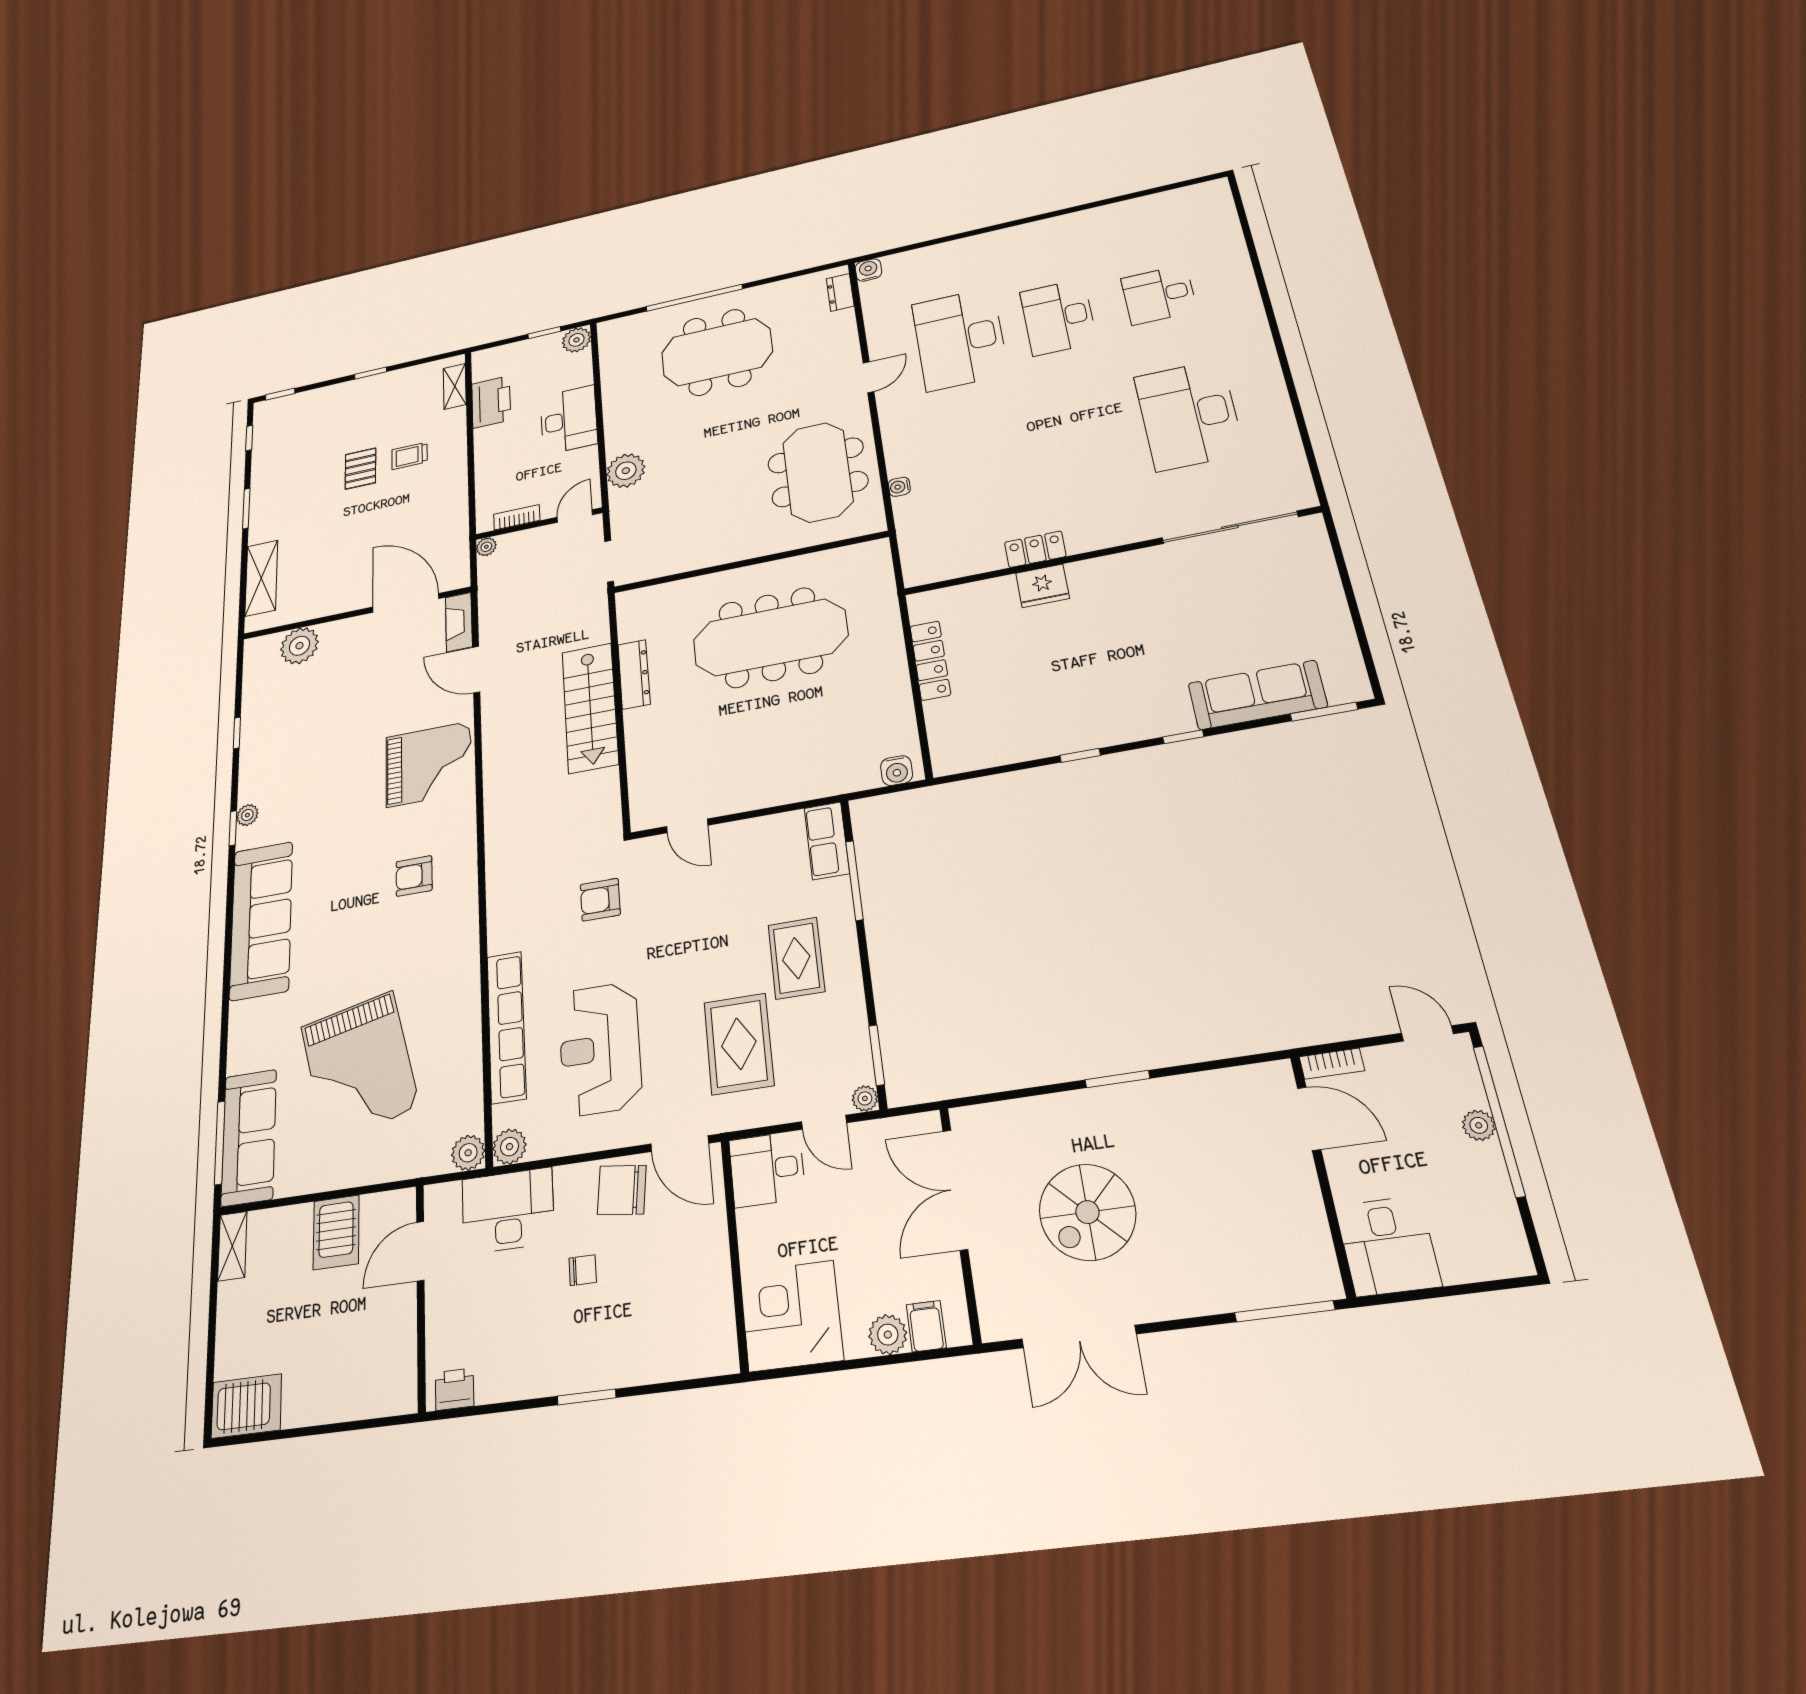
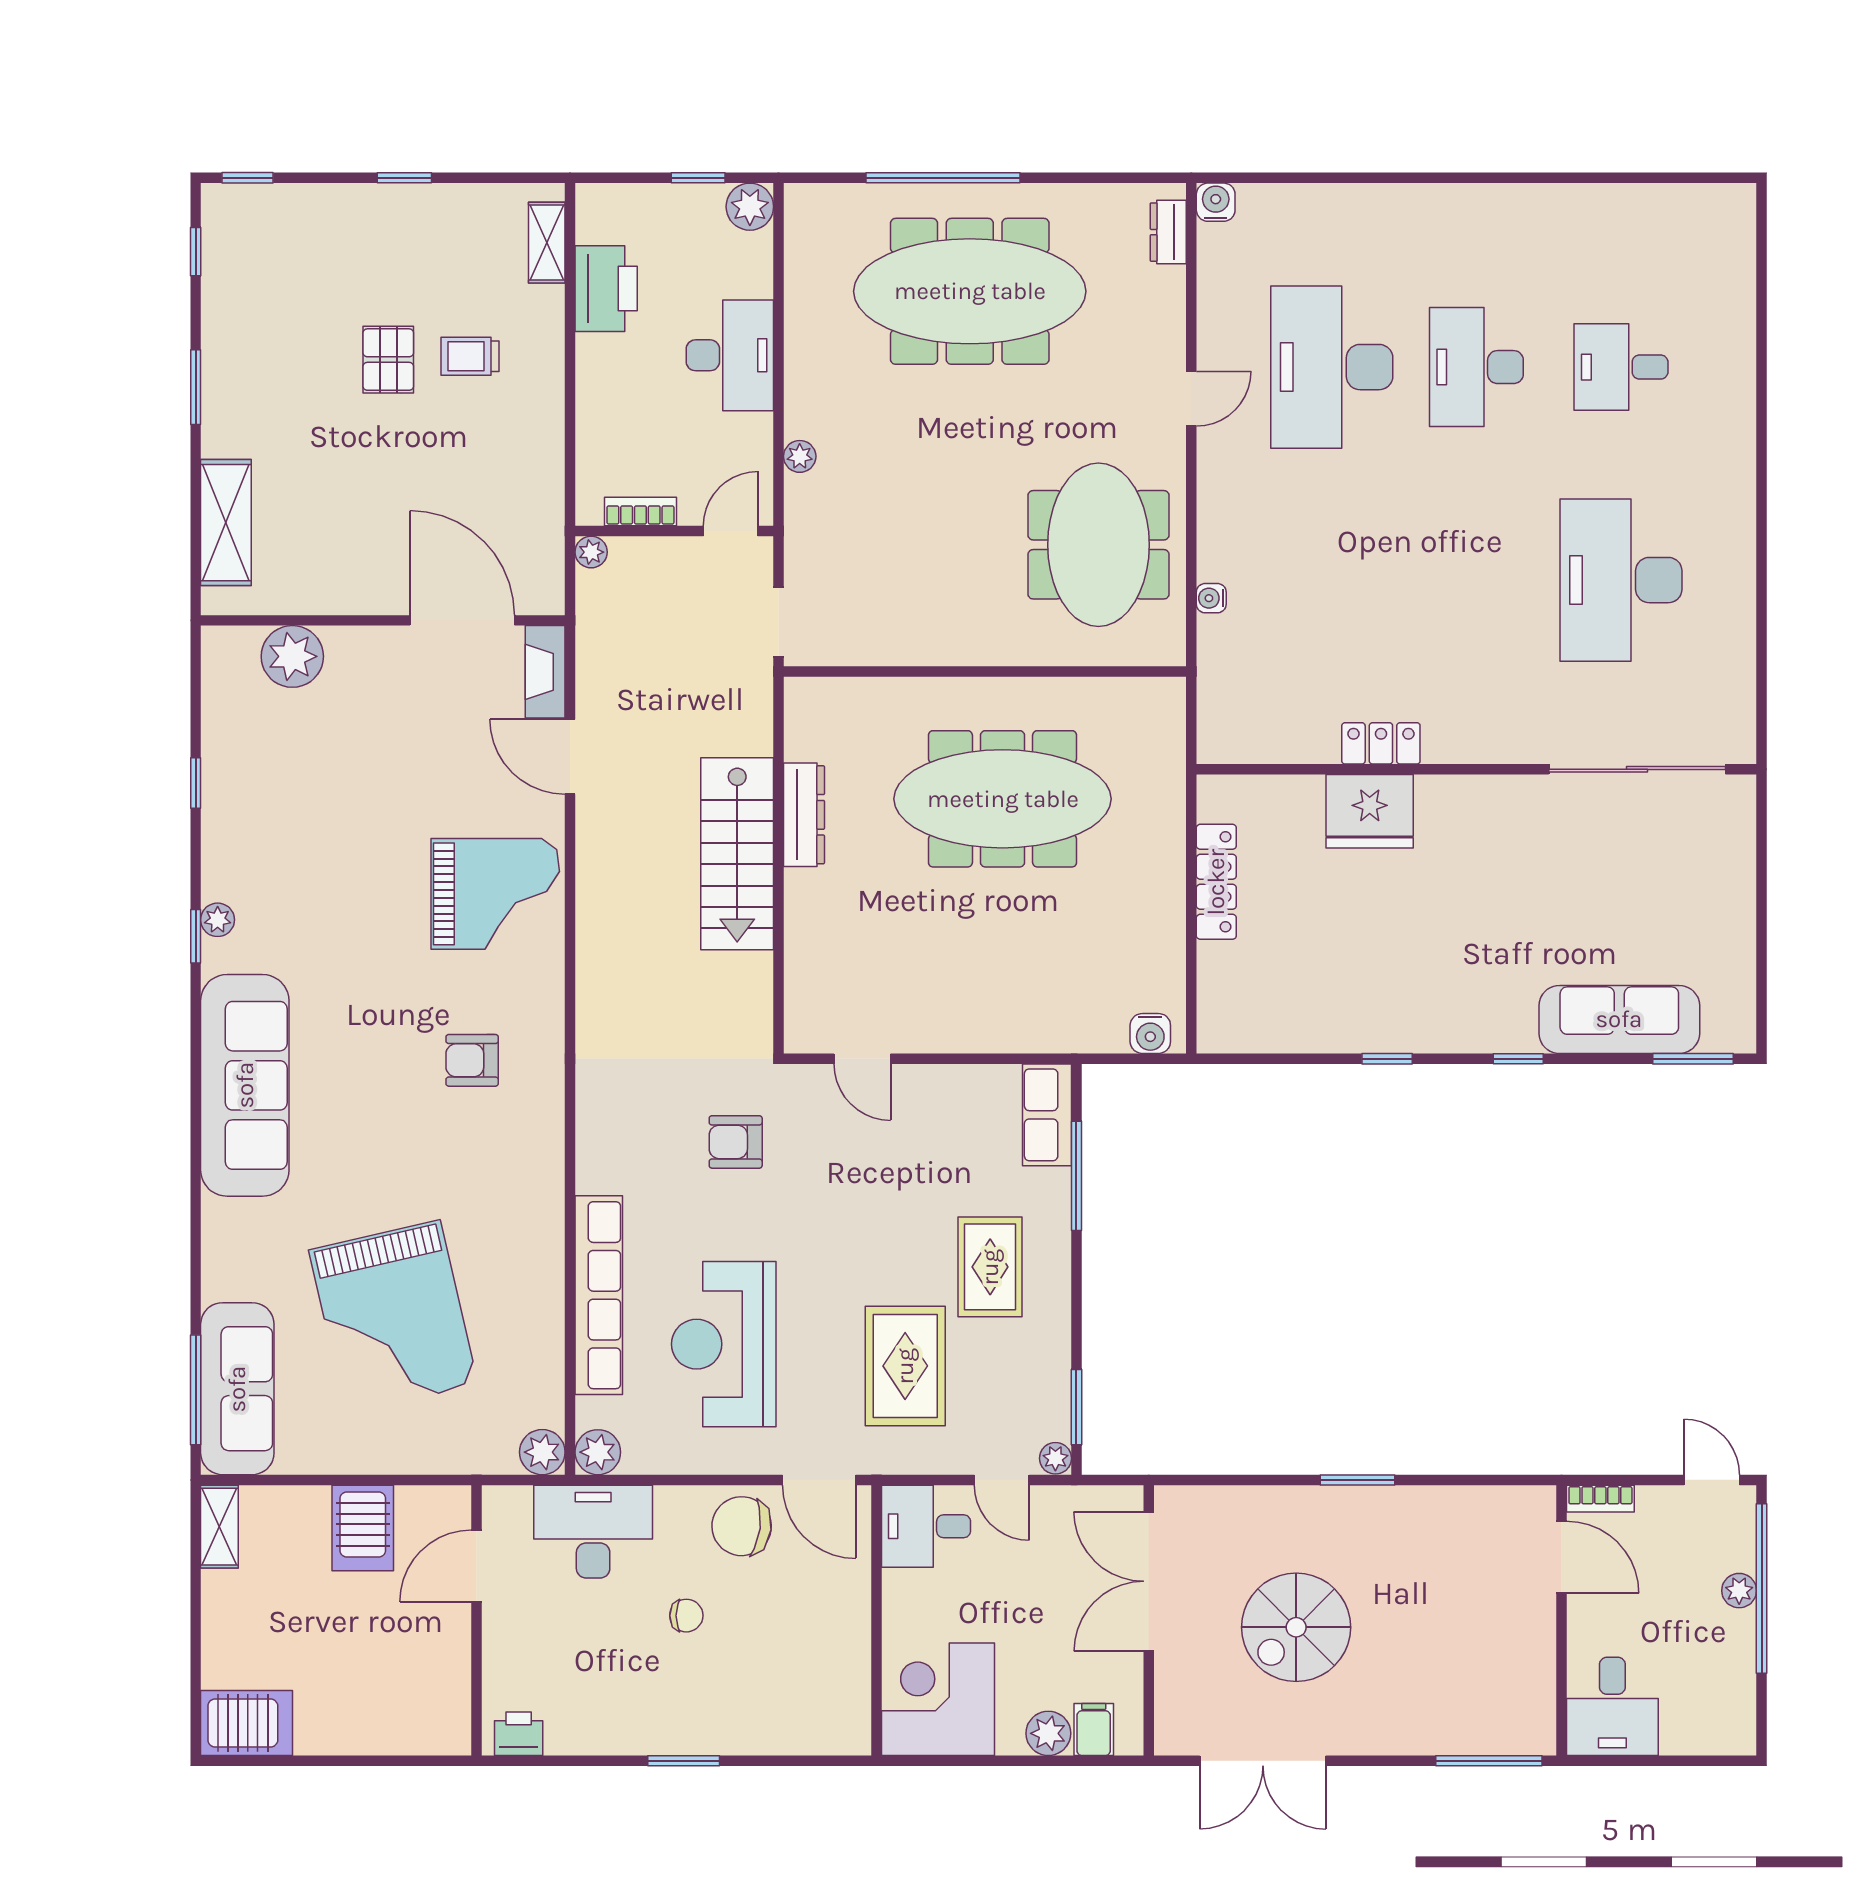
meeting table: (717, 352) -> (970, 291), width x1.36
plant: (626, 471) -> (800, 456), width x0.53, depth x0.53
fridge: (1043, 586) -> (1370, 811), width x1.36, depth x1.34

